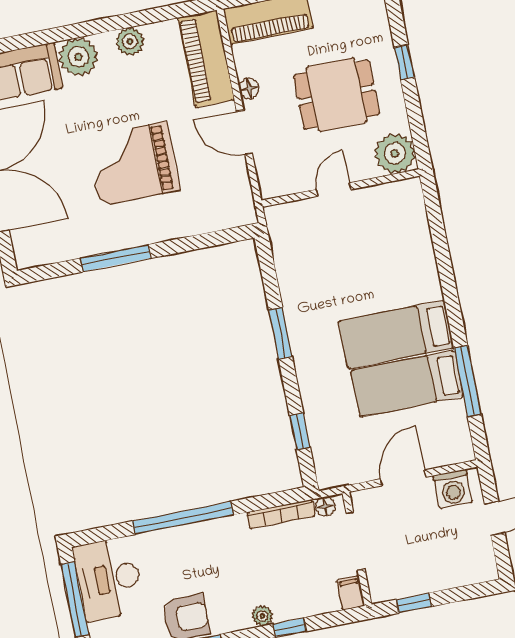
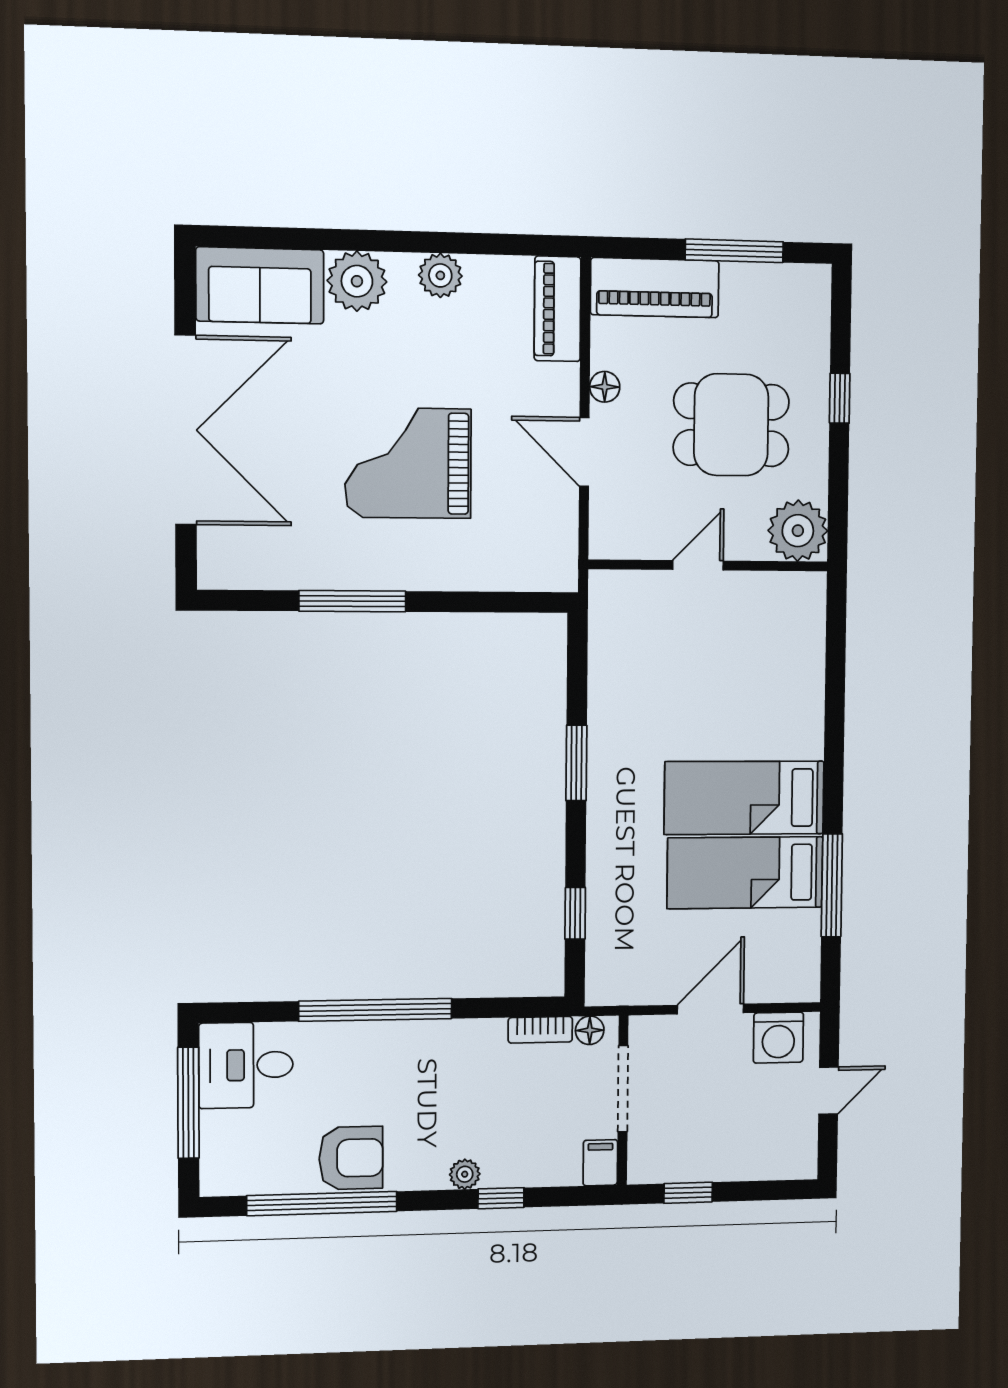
piano: (206, 59) -> (558, 309), width x0.73, depth x0.75
bookcase: (281, 514) -> (540, 1030), width x0.64
desk: (109, 579) -> (246, 1065), width x0.73

